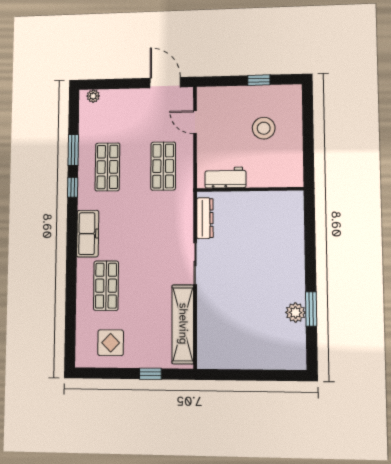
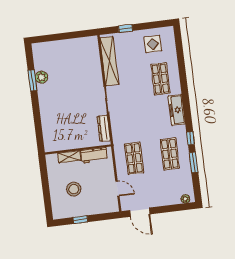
shelving: (265, 180) -> (69, 157), added

